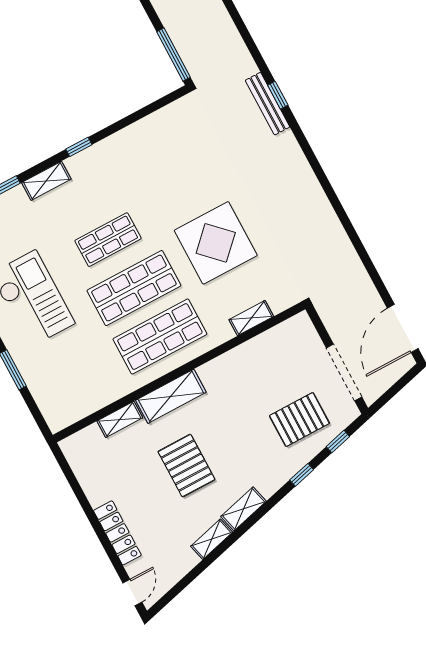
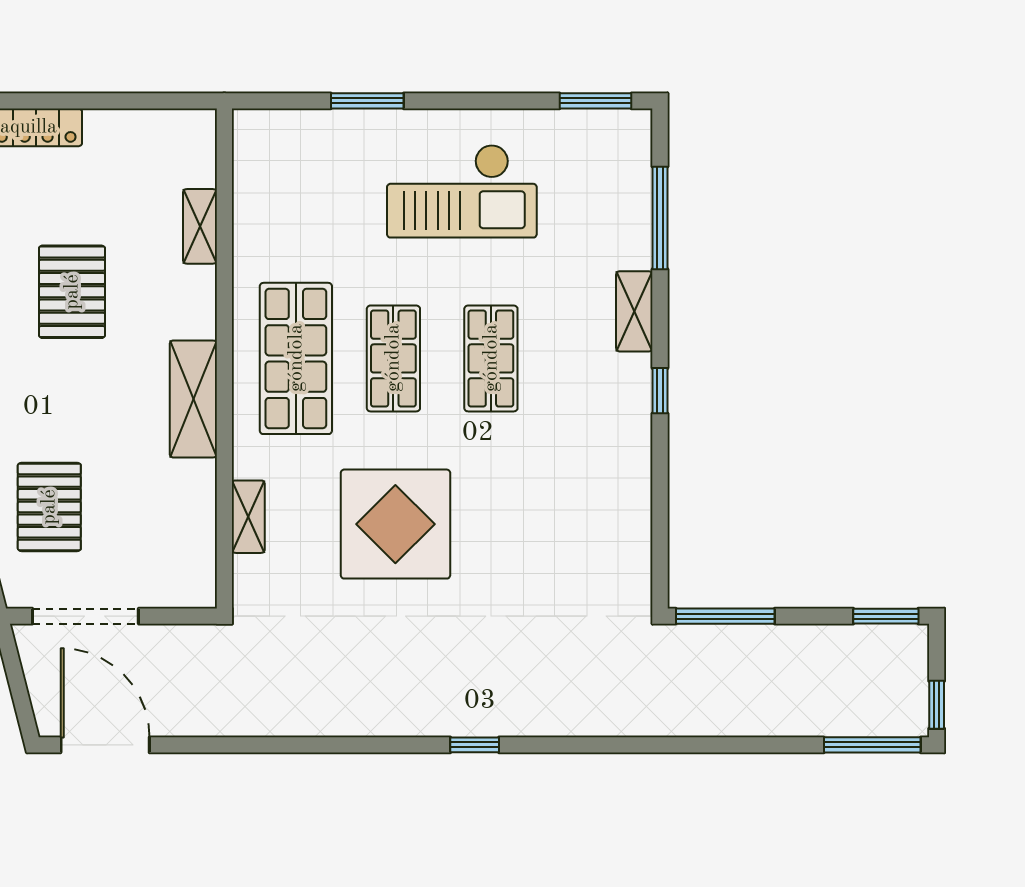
window: (278, 95) -> (475, 745), moved
bench: (268, 104) -> (570, 722), removed
shop shelf: (134, 288) -> (393, 358), width x0.70, depth x0.74
shelving: (171, 396) -> (193, 399), moved
pallet: (186, 466) -> (72, 292), turned 90

